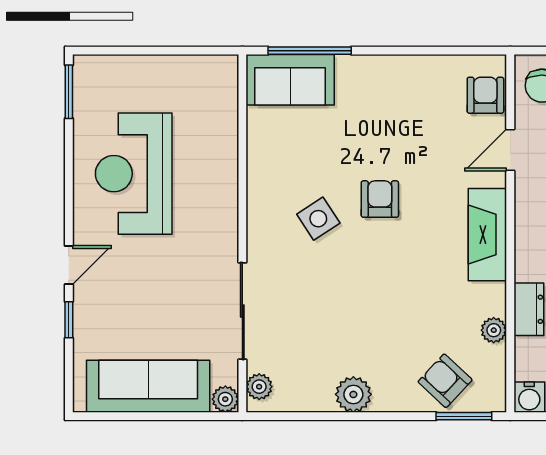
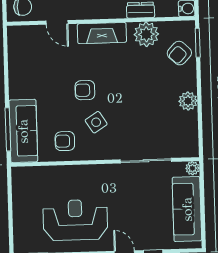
sofa: (290, 80) -> (23, 131), width x1.36
armchair: (485, 95) -> (65, 141), moved
reception desk: (134, 174) -> (75, 220), turned 180
plant: (494, 330) -> (146, 34), width x1.88, depth x1.88
plant: (259, 387) -> (185, 151), removed

